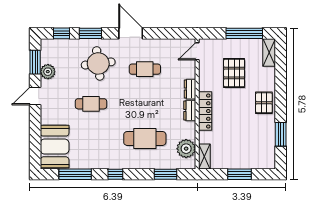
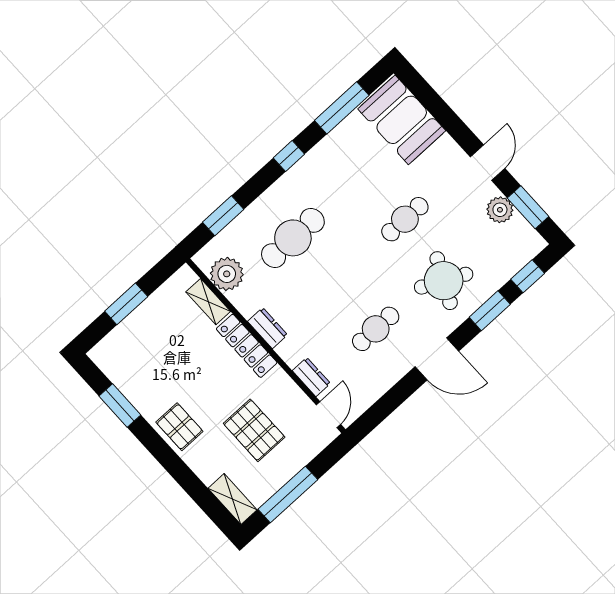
round table: (98, 63) -> (444, 281), turned 33
dresser: (190, 89) -> (311, 377), moved
shelving: (204, 156) -> (208, 302), moved

